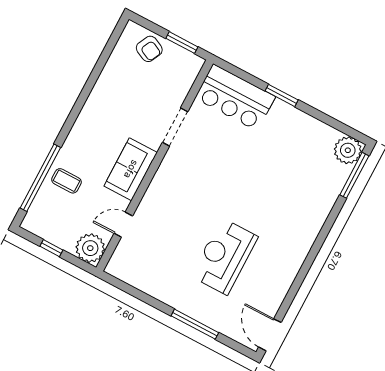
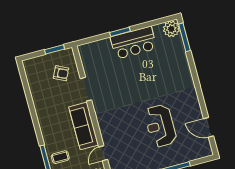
armchair: (149, 49) -> (61, 73), moved
bar counter: (235, 97) -> (133, 43), moved
sofa: (131, 169) -> (84, 126), width x1.36
door: (270, 335) -> (209, 127), moved

